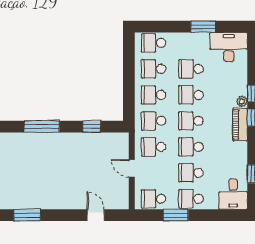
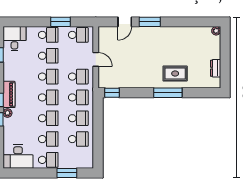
window: (203, 27) -> (67, 173), moved
school desk: (154, 43) -> (48, 160), moved
window: (92, 127) -> (112, 93), moved
rug: (33, 151) -> (175, 74), added
window: (27, 215) -> (150, 22), moved
door: (96, 215) -> (125, 22), hinge flipped

